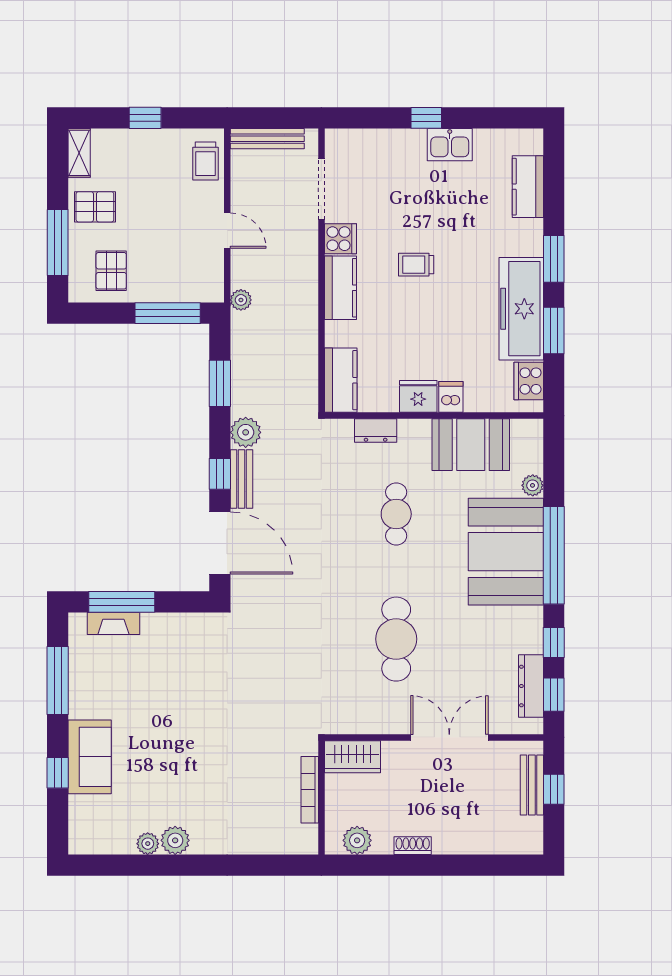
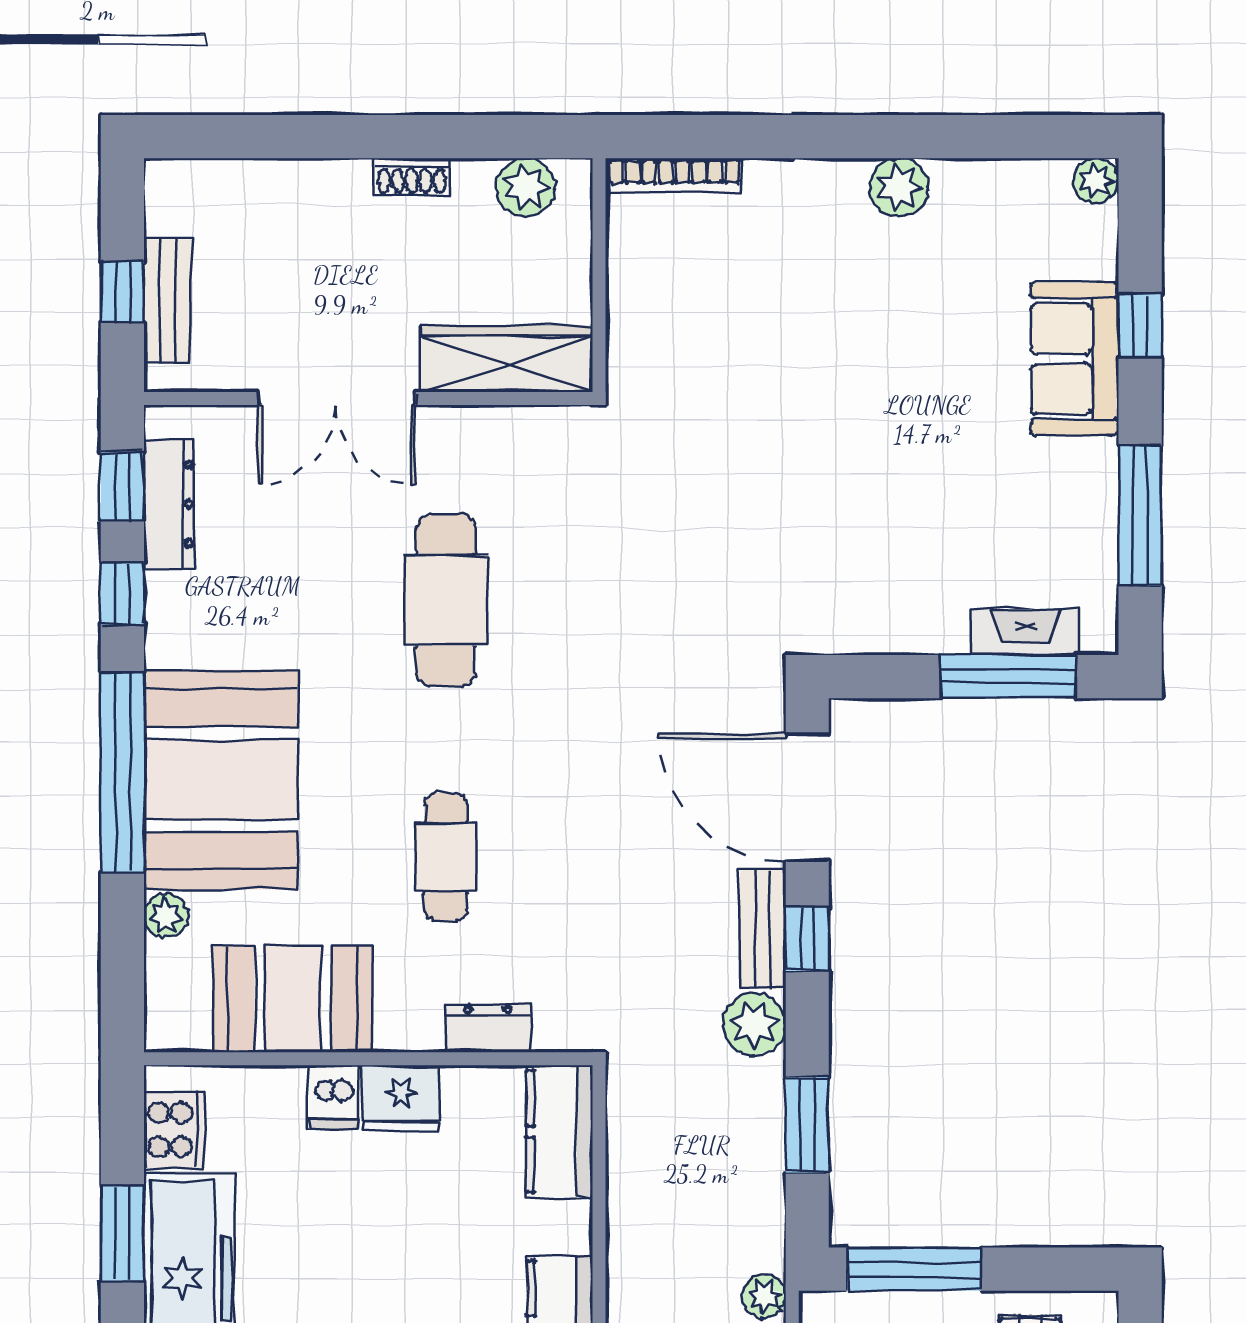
wardrobe: (352, 757) -> (507, 359), width x1.50
bookcase: (310, 790) -> (674, 176), moved, turned 90
plant: (148, 844) -> (1096, 181), moved

